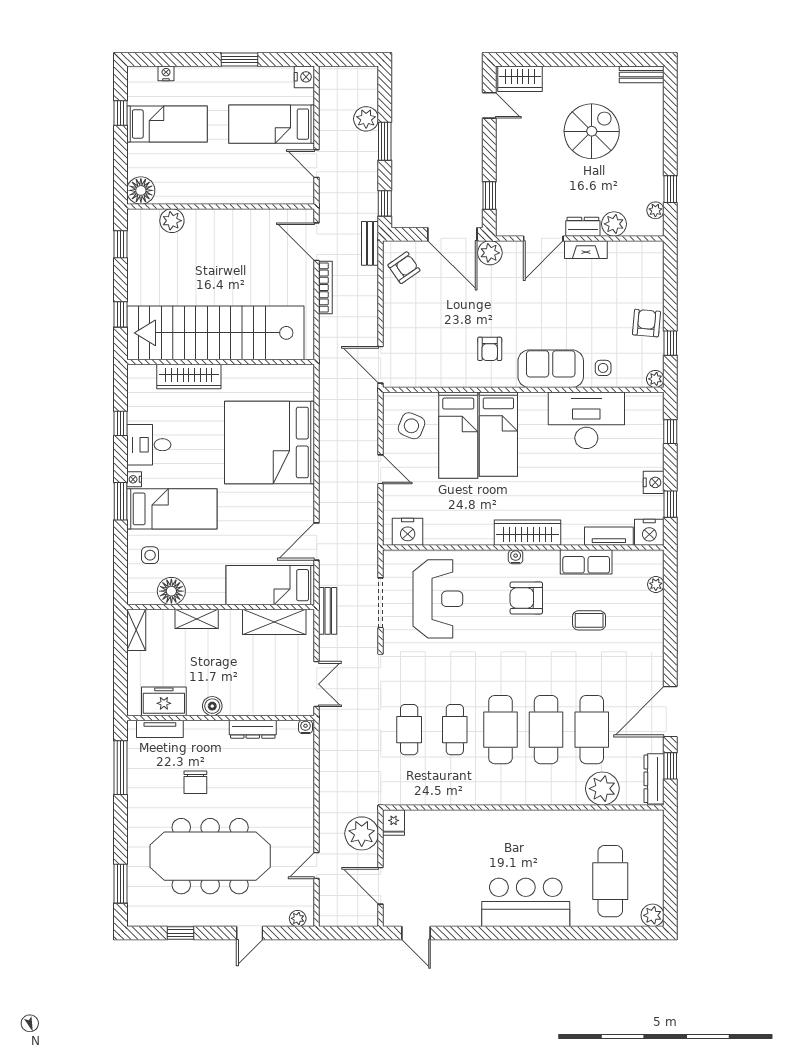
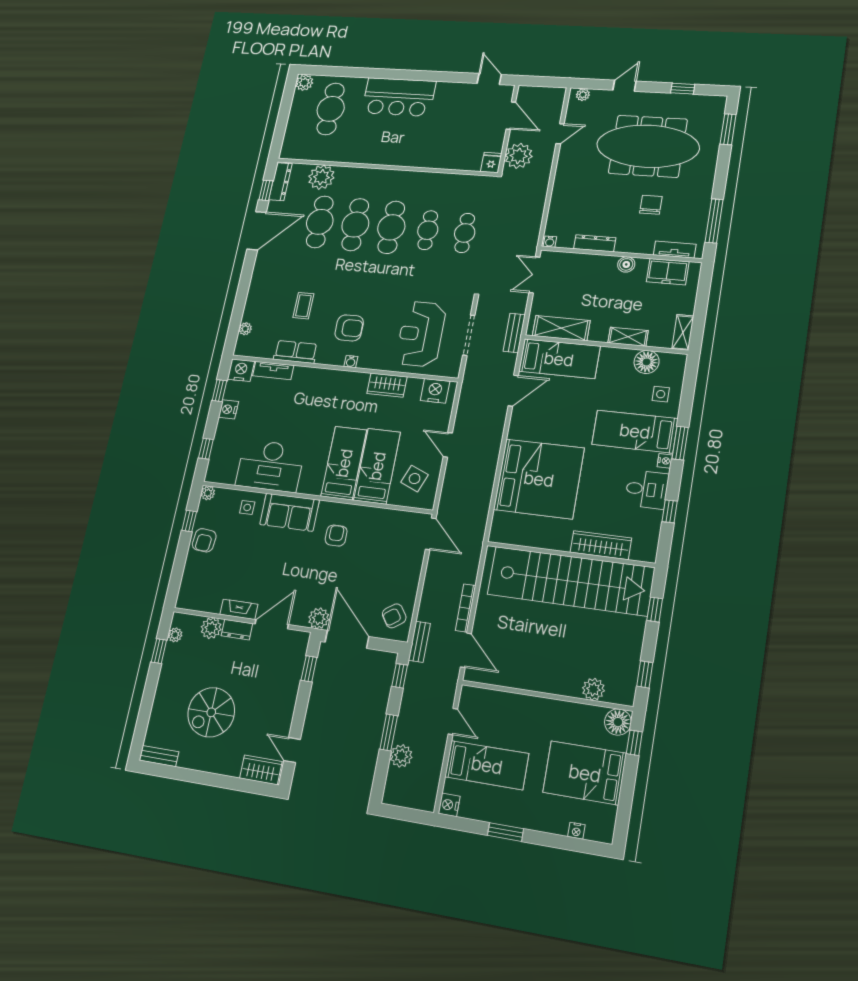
window: (121, 113) -> (634, 743), moved
bed: (167, 124) -> (585, 773), width x1.50
wardrobe: (528, 533) -> (387, 385), moved, width x0.67
coffee table: (589, 620) -> (303, 306), turned 90

